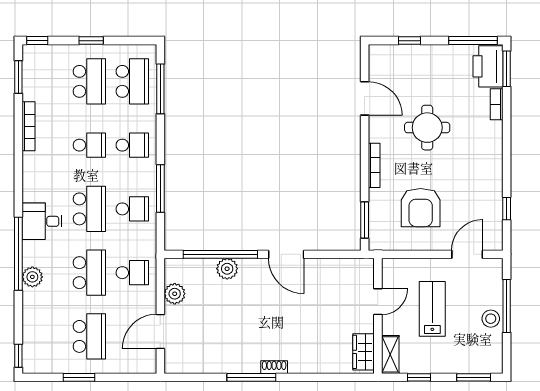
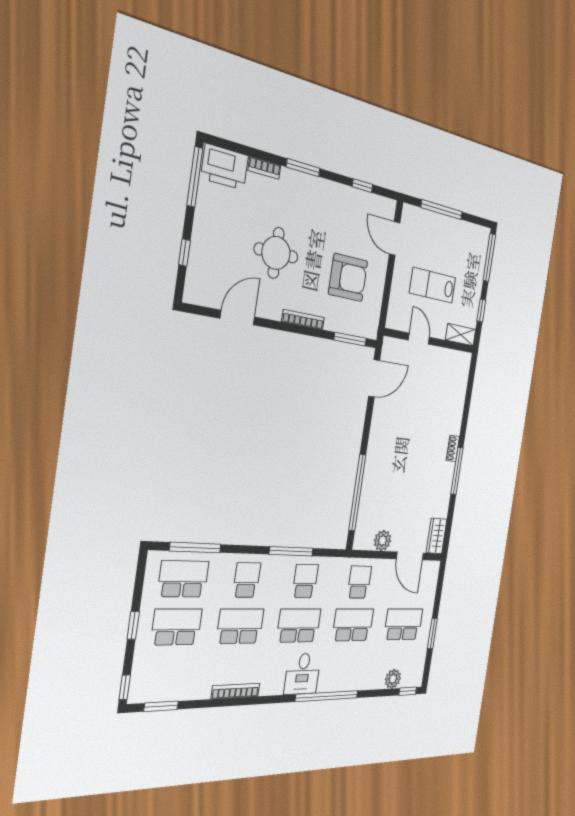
window: (507, 69) -> (303, 168), moved
bookcase: (29, 126) -> (236, 691), moved
school desk: (89, 145) -> (240, 626), width x1.85
door: (286, 254) -> (374, 378), moved
plant: (227, 269) -> (370, 487), removed
plant: (32, 277) -> (393, 679), moved
stool: (491, 319) -> (449, 228), removed
wardrobe: (364, 352) -> (437, 536), moved, turned 90
window: (474, 377) -> (489, 257), width x1.44

